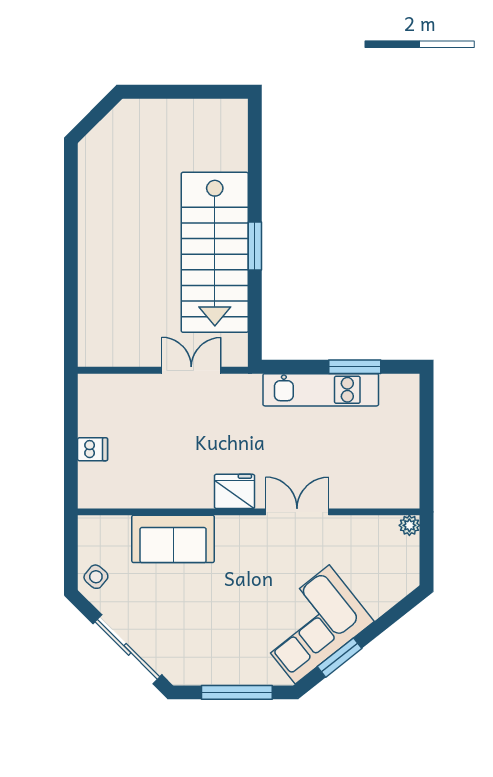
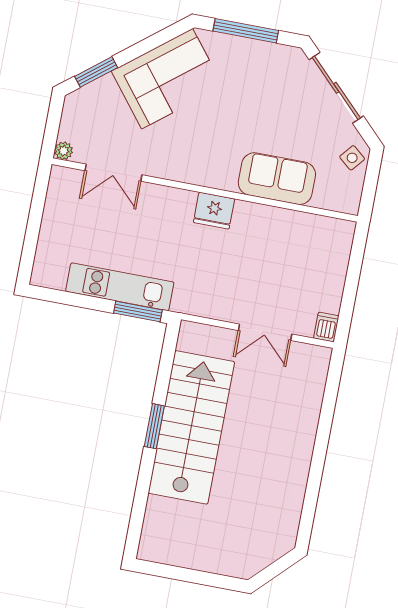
window: (355, 367) -> (138, 311), moved
double door: (191, 370) -> (265, 332), moved
dishwasher: (93, 449) -> (326, 327), moved, turned 90
double door: (297, 512) -> (113, 173), moved
window: (340, 658) -> (96, 72), moved

